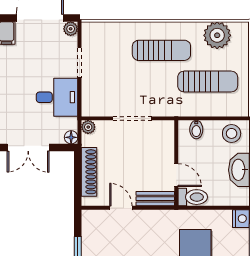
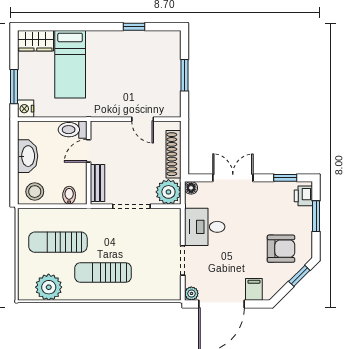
plant: (88, 127) -> (168, 192), width x1.88, depth x1.88
door: (176, 175) -> (89, 151), hinge flipped
bench: (155, 199) -> (97, 183), moved, turned 90

